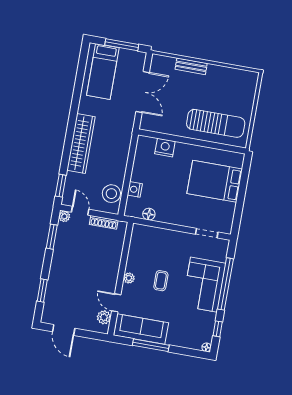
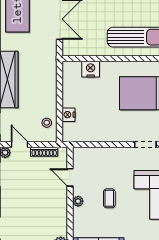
stool: (111, 194) -> (47, 123), width x0.53, depth x0.53
floor lamp: (149, 214) -> (86, 136), removed
door: (116, 303) -> (70, 177), moved

